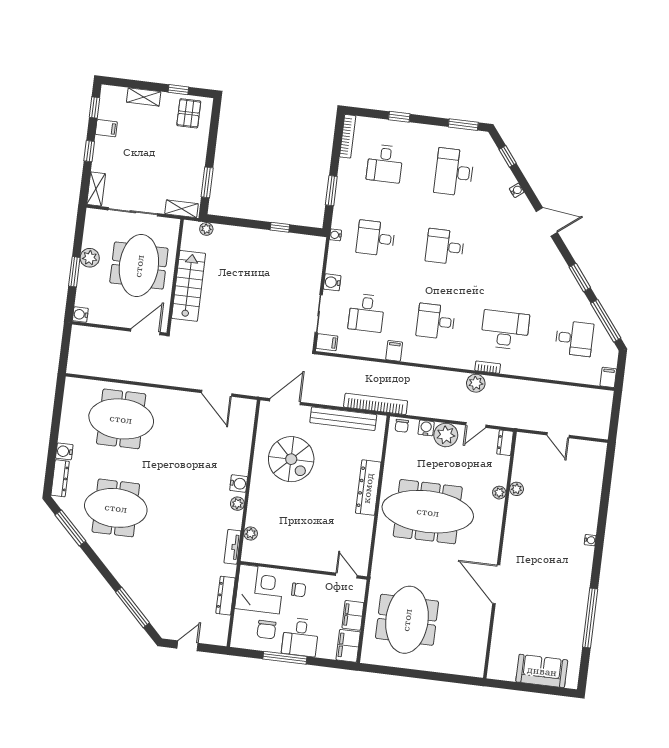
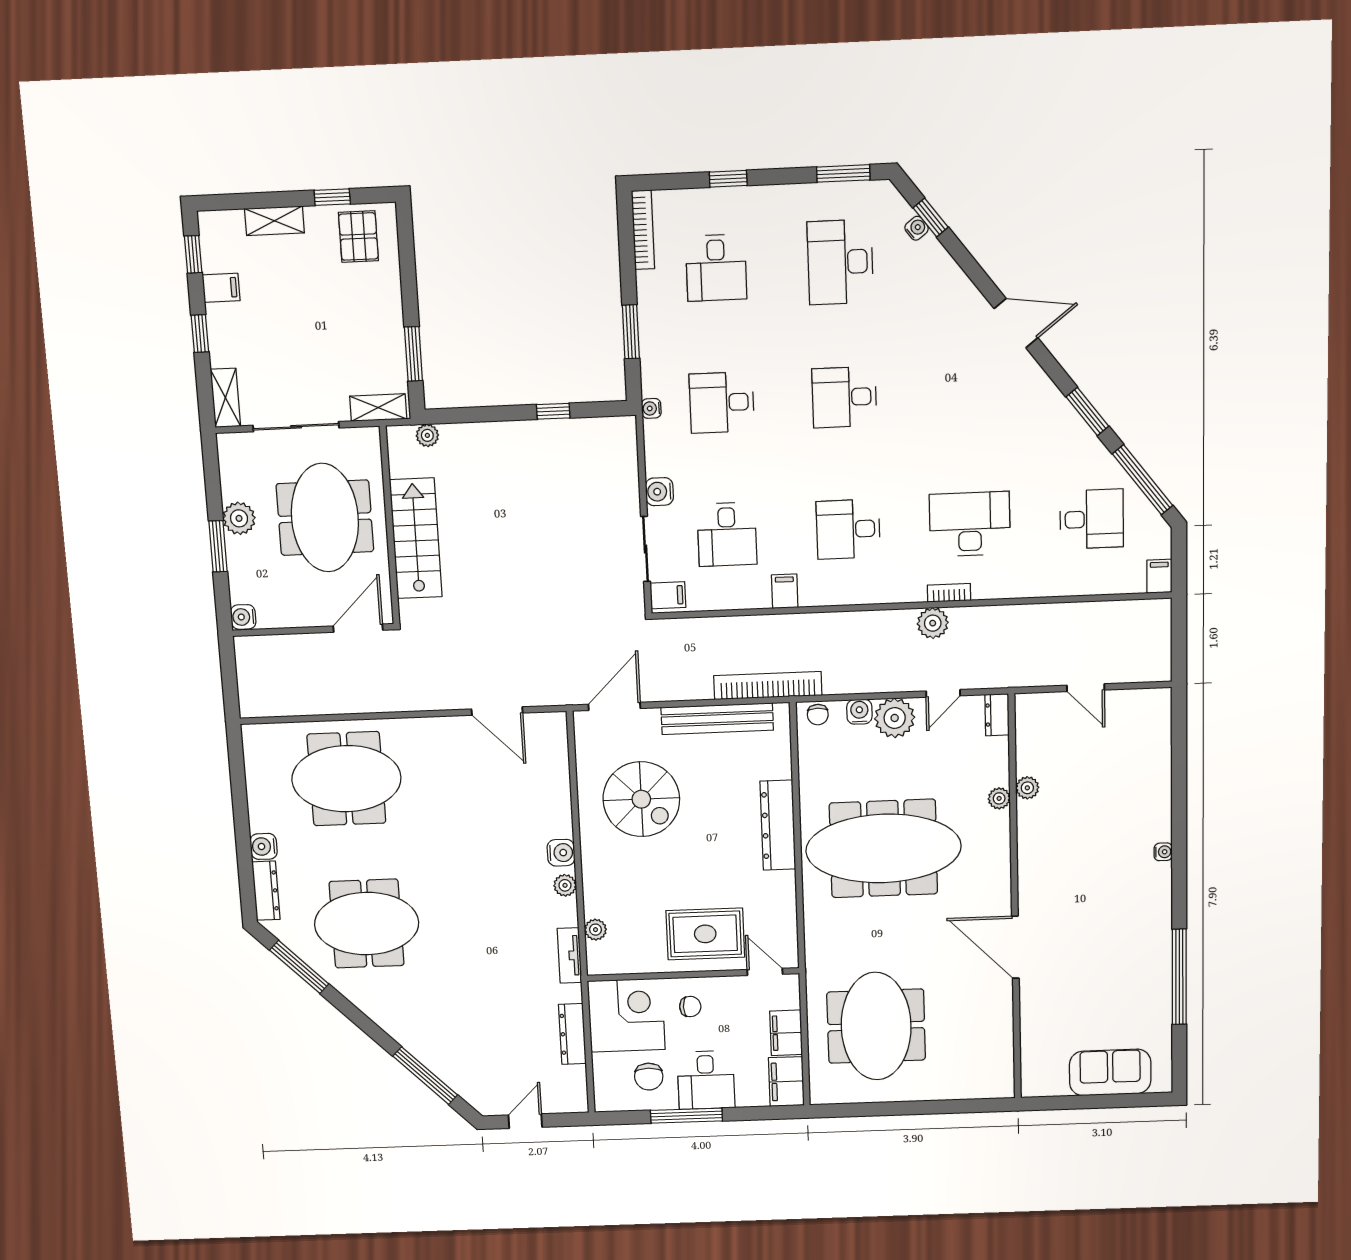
water cooler: (517, 190) -> (917, 228), moved
rug: (315, 547) -> (705, 934), added

